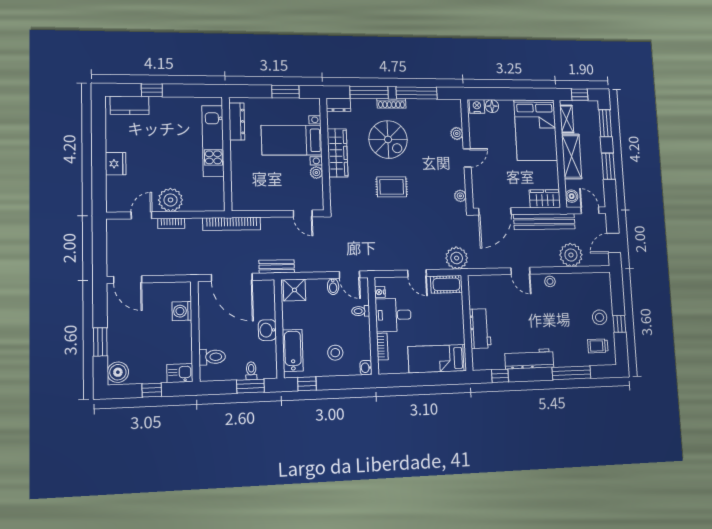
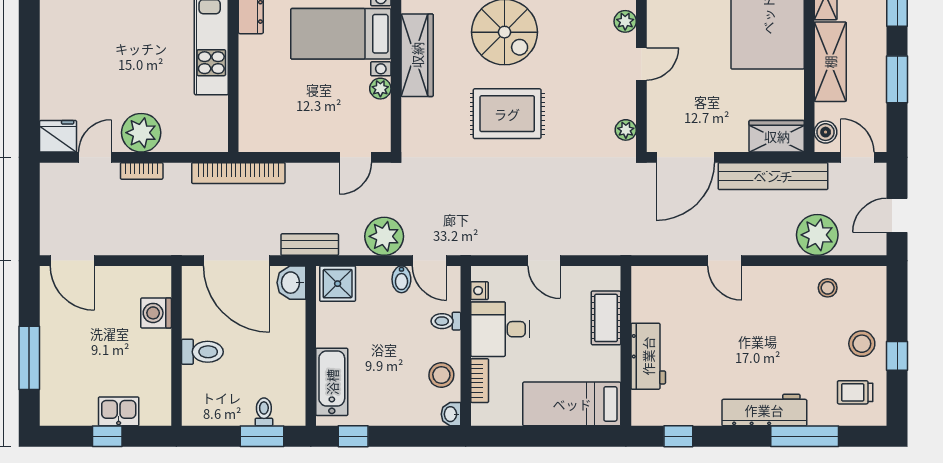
fridge: (116, 164) -> (58, 136), moved, turned -90
rug: (392, 187) -> (507, 114), width x1.36, depth x1.43
door: (303, 213) -> (355, 157), hinge flipped
plant: (457, 258) -> (384, 236), moved
stool: (550, 281) -> (828, 288), moved
cot: (446, 284) -> (606, 318), moved, turned 90
washbasin: (267, 330) -> (291, 283), moved
window: (100, 342) -> (29, 358), width x1.44
stool: (335, 353) -> (441, 375), moved
toilet: (212, 357) -> (202, 352), moved
workbench: (529, 359) -> (764, 410), moved
boiler: (118, 372) -> (56, 406), removed
kitchen sink: (180, 373) -> (119, 411), moved

